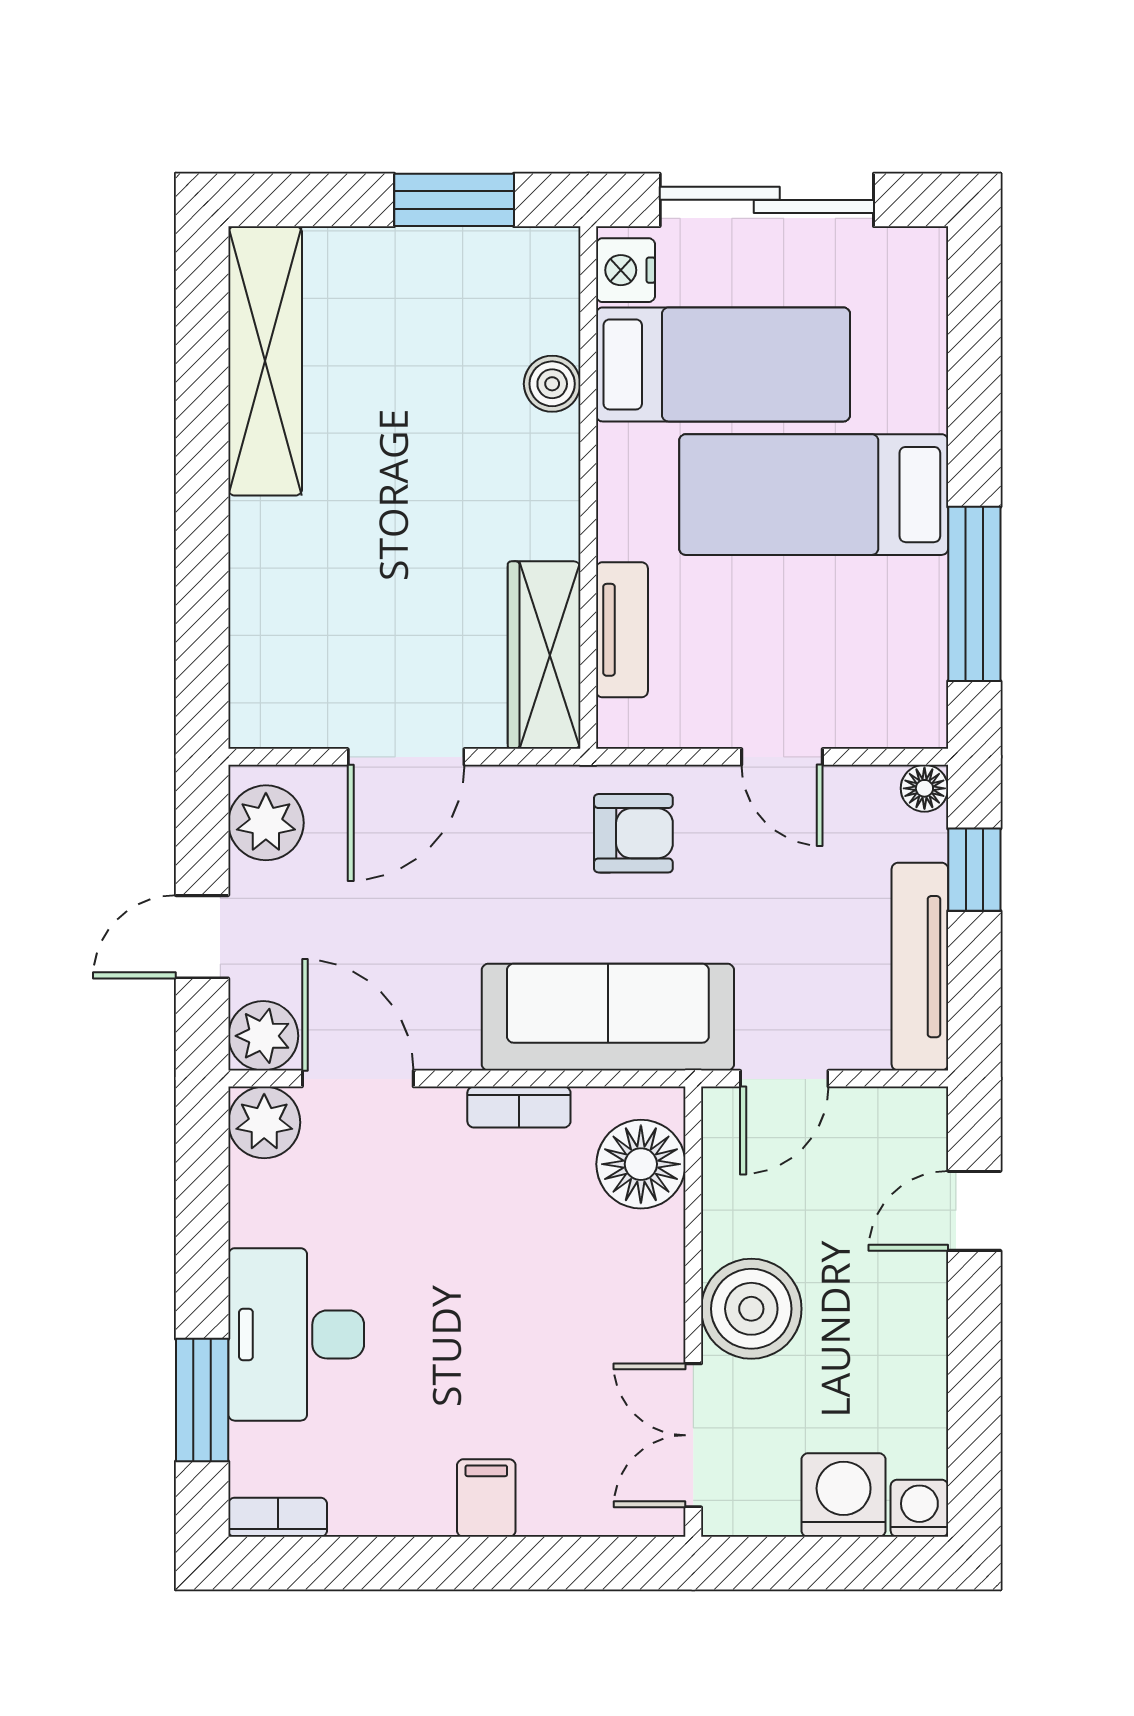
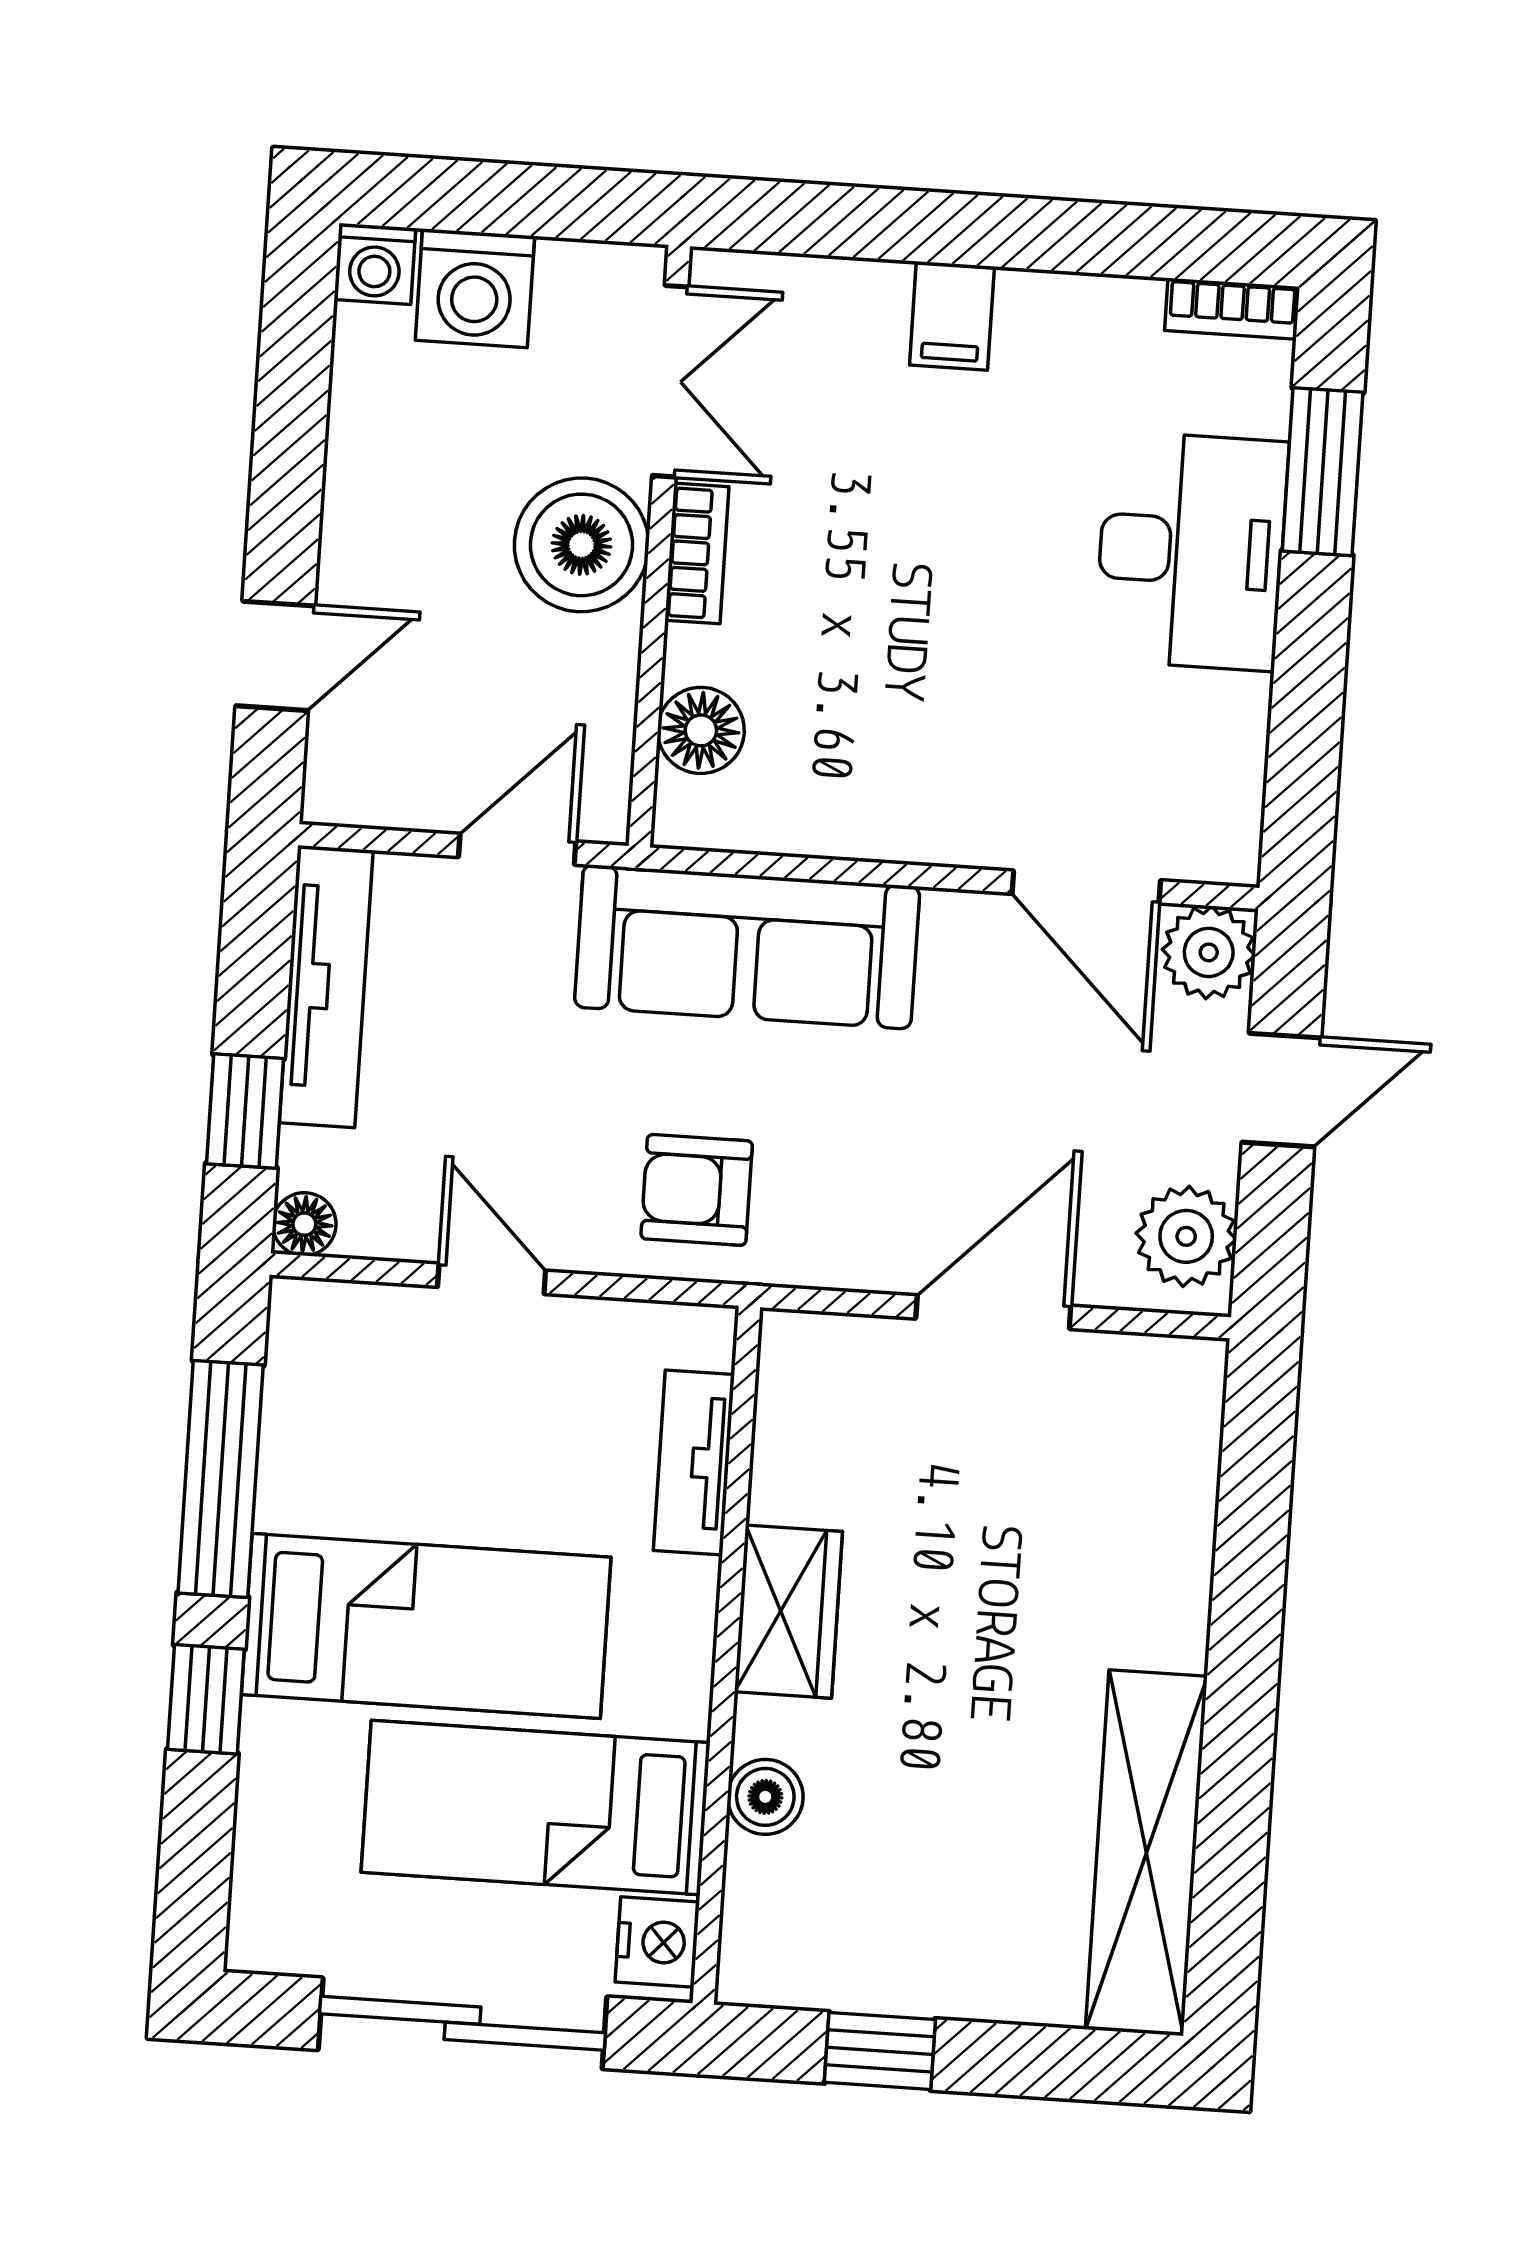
window: (454, 200) -> (880, 2051), width x0.67
window: (974, 429) -> (206, 1699), added
wardrobe: (544, 655) -> (788, 1612), moved, width x0.67
bookcase: (519, 1107) -> (697, 553), moved, turned 90
plant: (264, 1122) -> (1215, 837), removed
floor lamp: (641, 1164) -> (701, 730), width x0.73, depth x0.73

